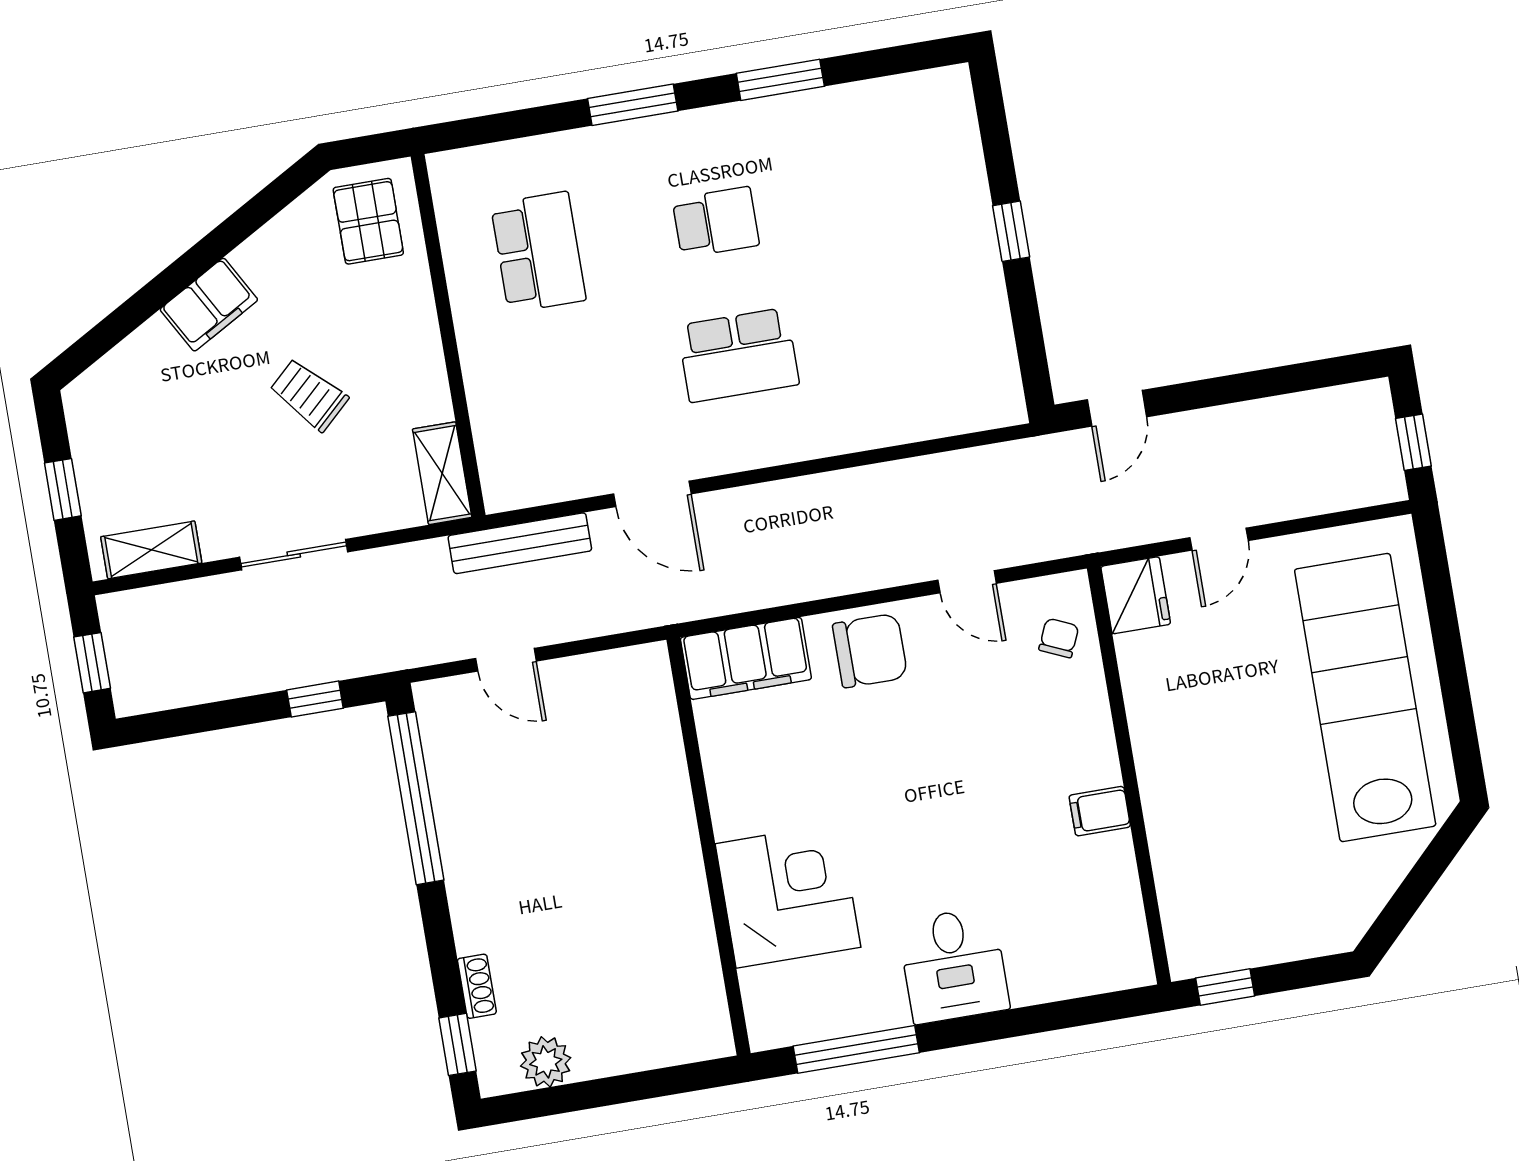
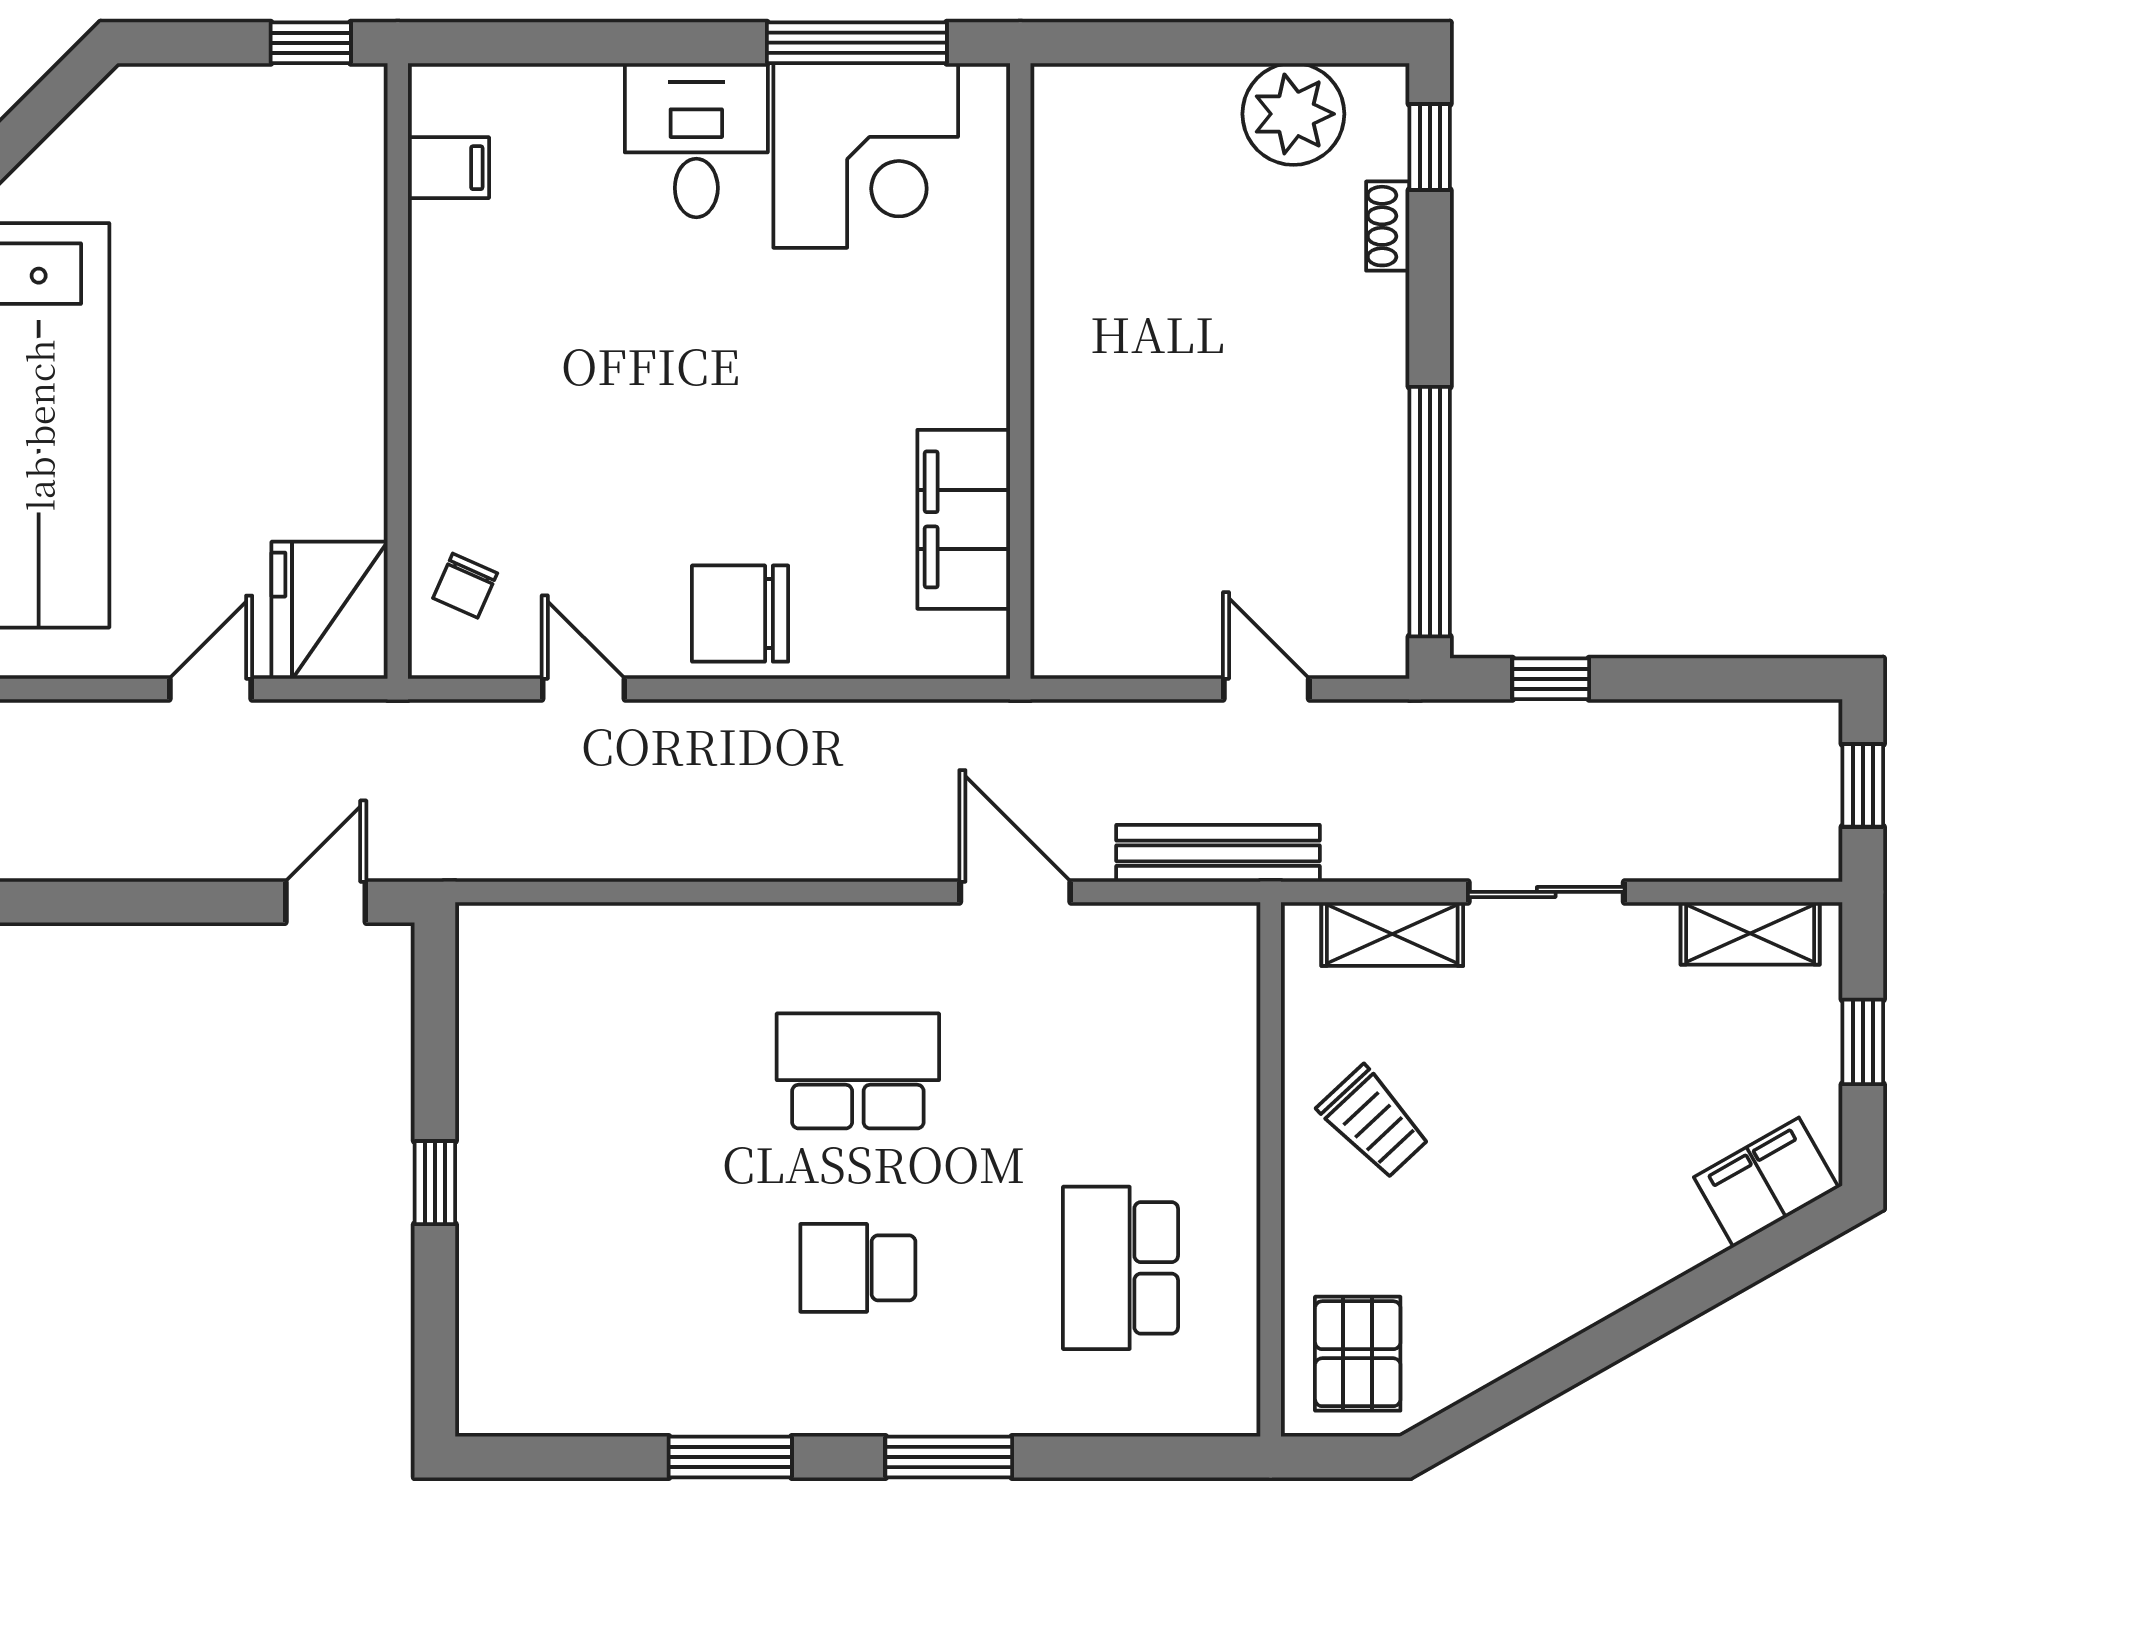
filing cabinet: (209, 305) -> (1766, 1182), moved
trolley: (309, 395) -> (1374, 1122), moved
shelving: (442, 473) -> (1392, 934), moved, turned 90
fridge: (1136, 595) -> (329, 610), width x1.36, depth x1.34
filing cabinet: (746, 658) -> (964, 519), moved, turned -90
filing cabinet: (1100, 811) -> (448, 168), moved
corner desk: (788, 896) -> (866, 155), moved, turned -90
plant: (546, 1062) -> (1293, 114), width x1.36, depth x1.36

